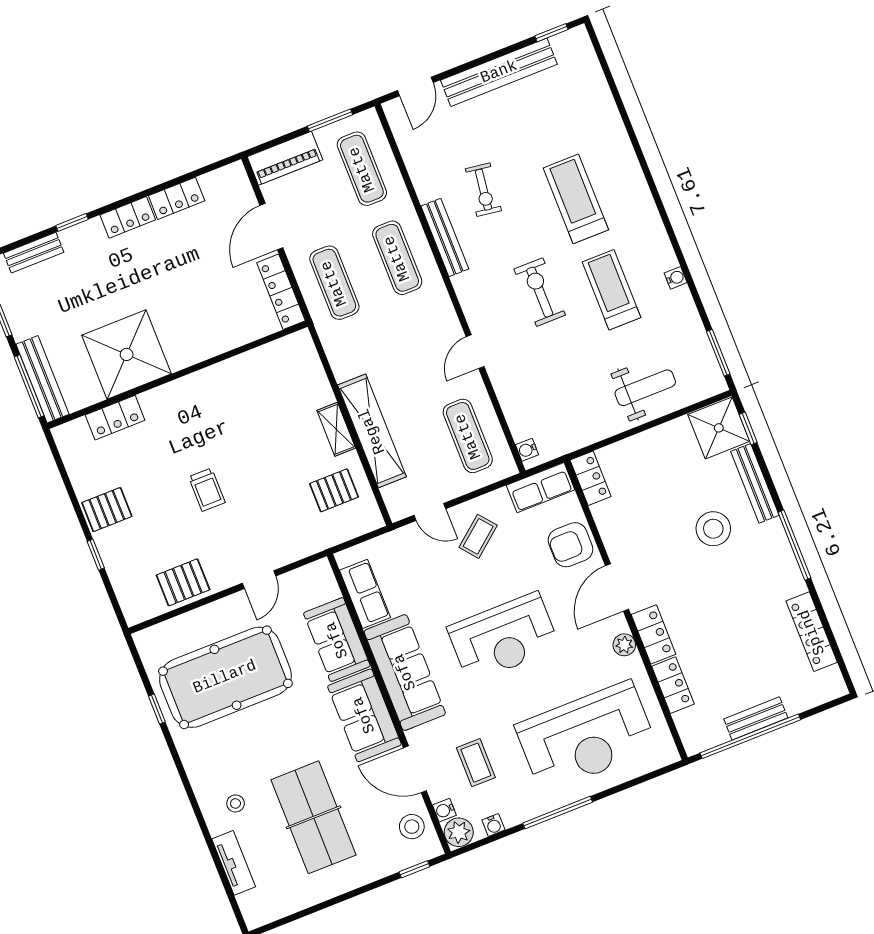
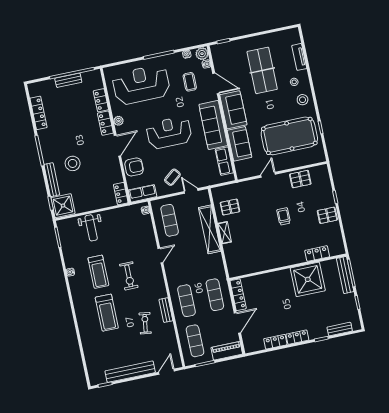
bench: (445, 237) -> (166, 310), width x0.73
weight bench: (645, 388) -> (91, 228), turned -90
stool: (412, 827) -> (303, 100), moved

